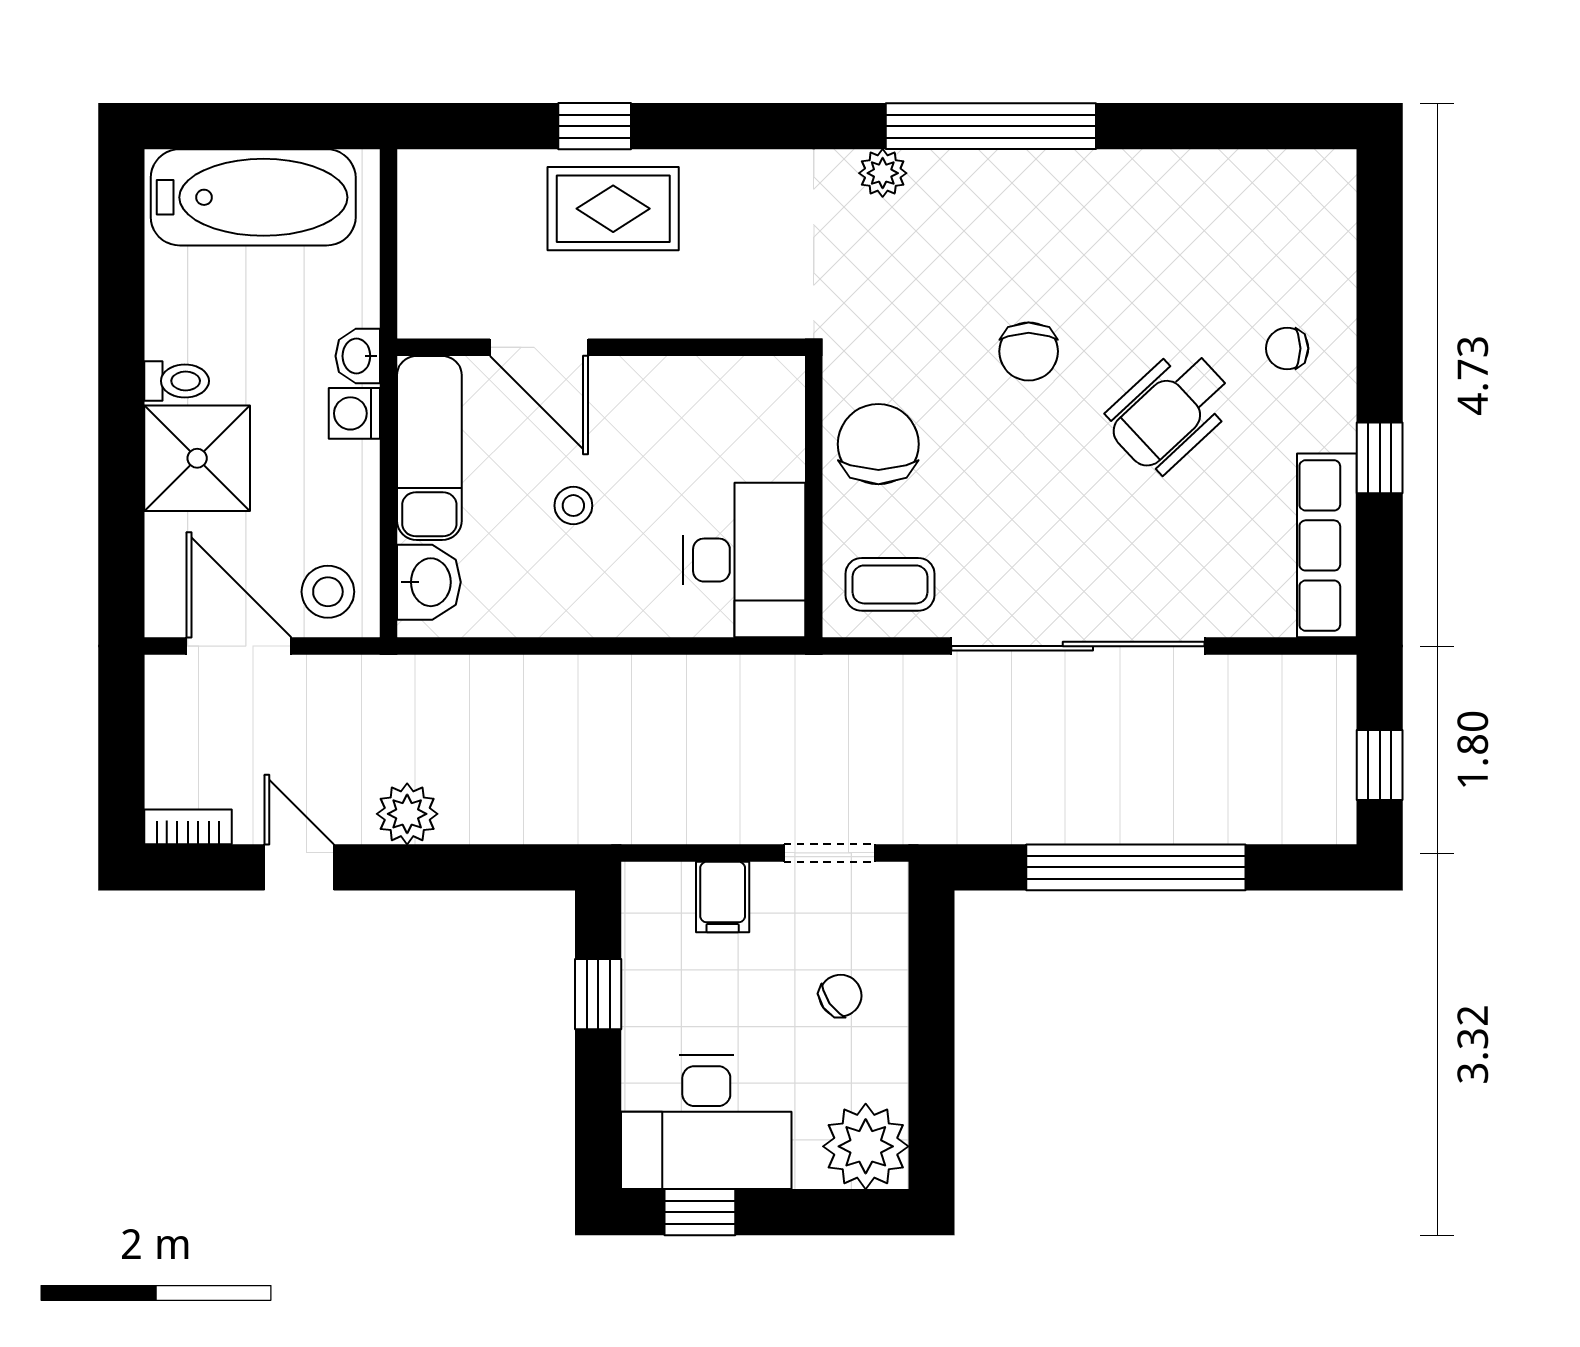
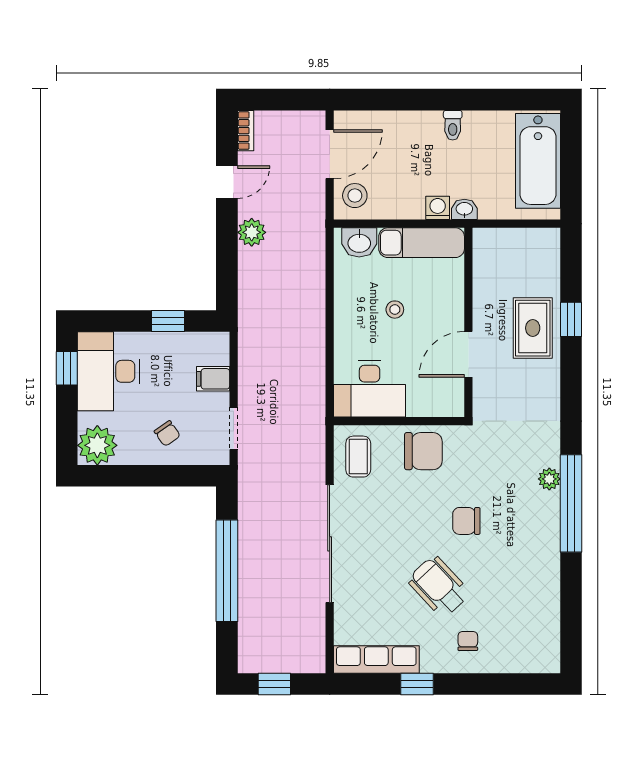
plant: (883, 173) -> (549, 479), moved
door: (539, 347) -> (468, 354), moved
shower: (197, 458) -> (417, 135), removed

